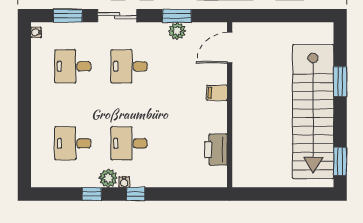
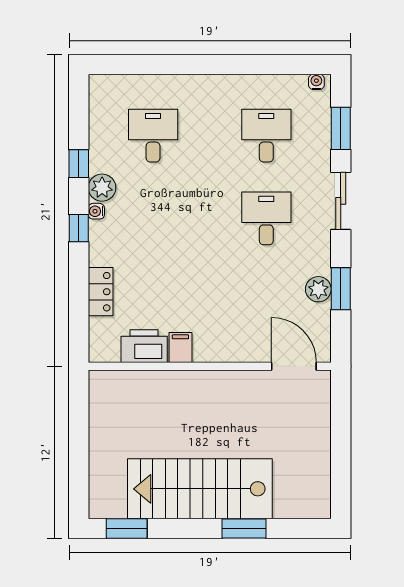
filing cabinet: (217, 93) -> (180, 348), moved
stairs: (313, 112) -> (200, 489), width x0.73
desk: (129, 143) -> (153, 218), removed
locker: (179, 179) -> (101, 292), added

